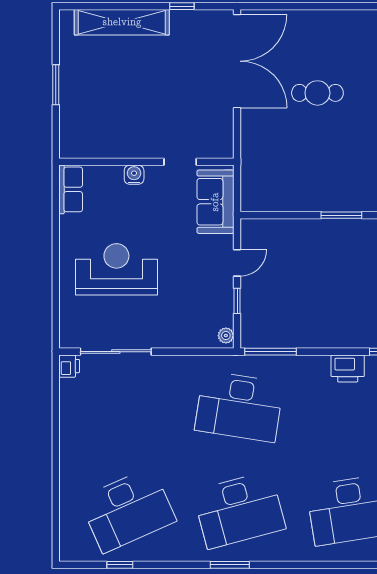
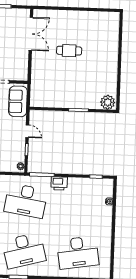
double door: (237, 61) -> (31, 34), width x0.73
door: (237, 263) -> (27, 131), hinge flipped
printer: (348, 368) -> (59, 183), moved

